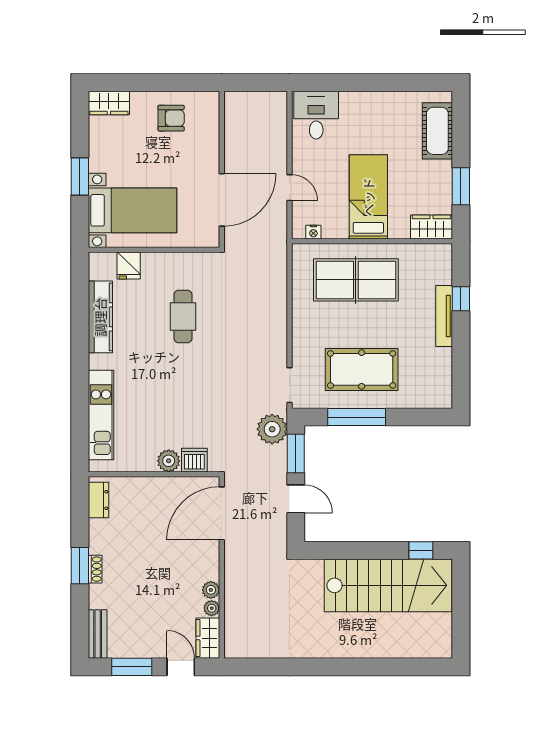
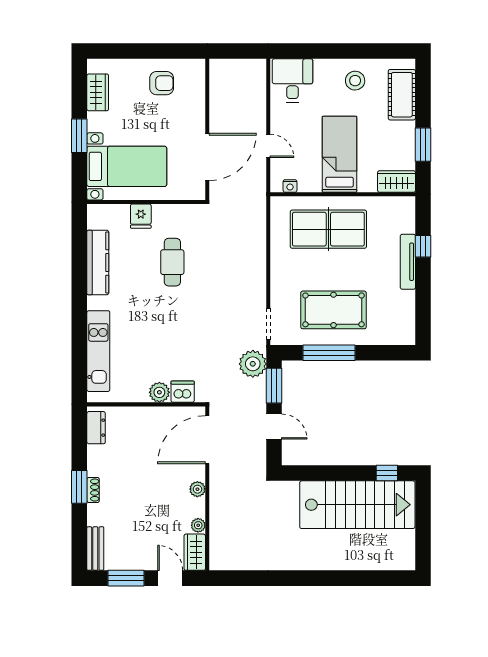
wardrobe: (109, 103) -> (98, 92), moved, turned -90
stool: (386, 115) -> (355, 81), added
fridge: (129, 265) -> (141, 216), moved
plant: (211, 590) -> (197, 489), moved

